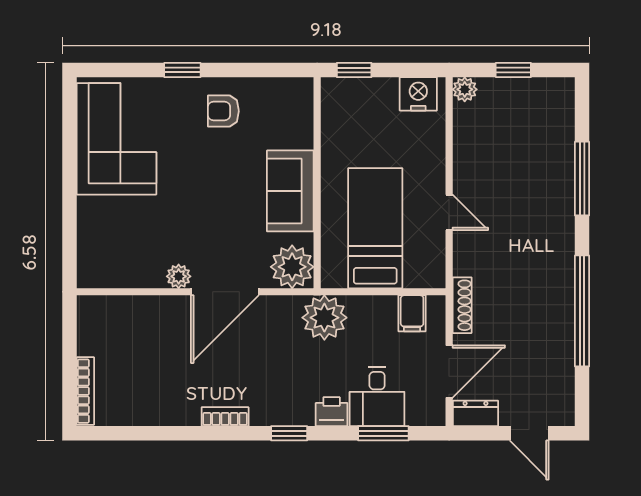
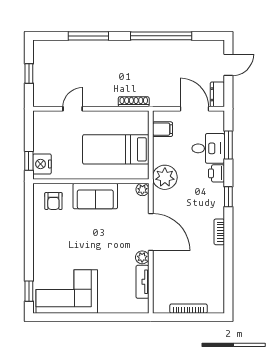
window: (182, 70) -> (29, 291), moved
plant: (465, 89) -> (39, 100), removed
nightstand: (418, 94) -> (42, 164), moved
armchair: (223, 111) -> (53, 201), moved
door: (449, 212) -> (73, 109), moved
plant: (292, 267) -> (142, 189), width x0.53, depth x0.53
tv unit: (134, 277) -> (142, 282), added
shoe rack: (462, 305) -> (134, 102), moved
bookcase: (85, 391) -> (189, 309), moved

